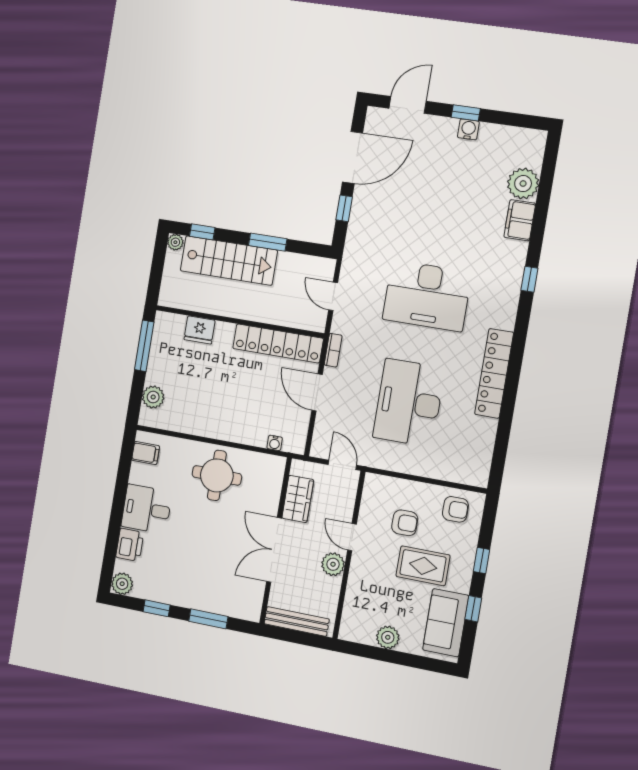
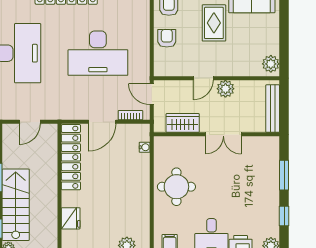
bookcase: (333, 350) -> (130, 115), moved
door: (342, 465) -> (152, 94), hinge flipped
armchair: (405, 523) -> (167, 38), moved
double door: (274, 550) -> (223, 134), width x0.73
plant: (388, 637) -> (271, 64), moved

